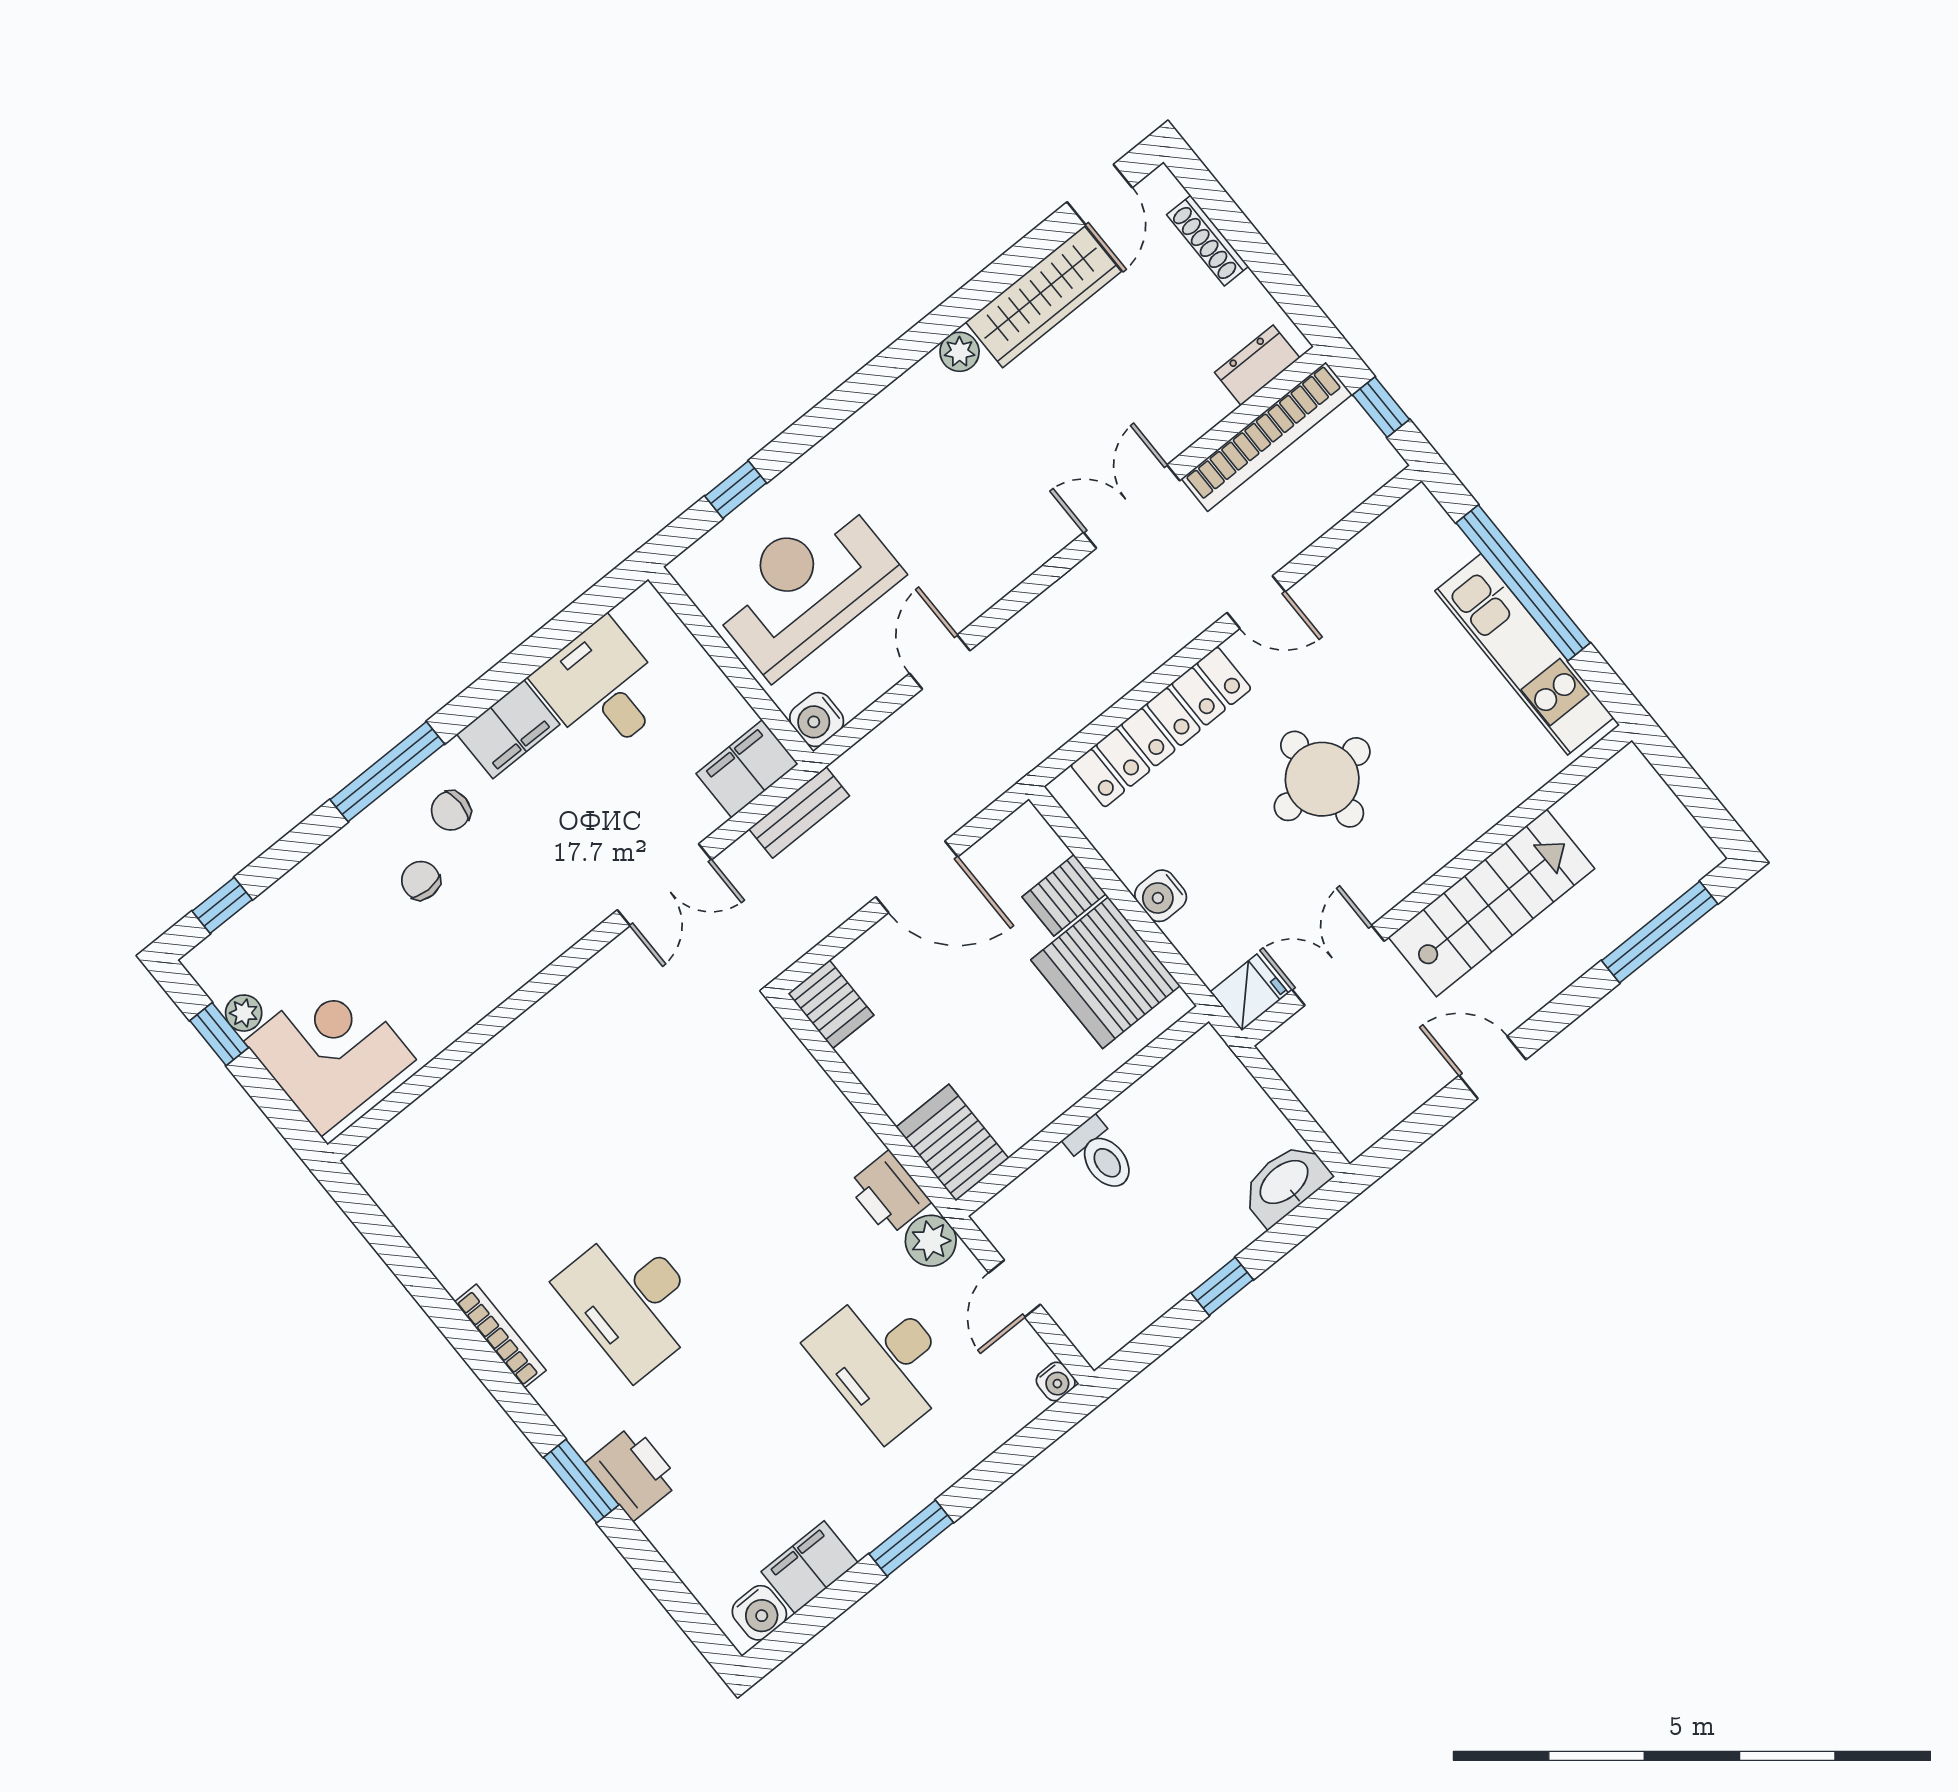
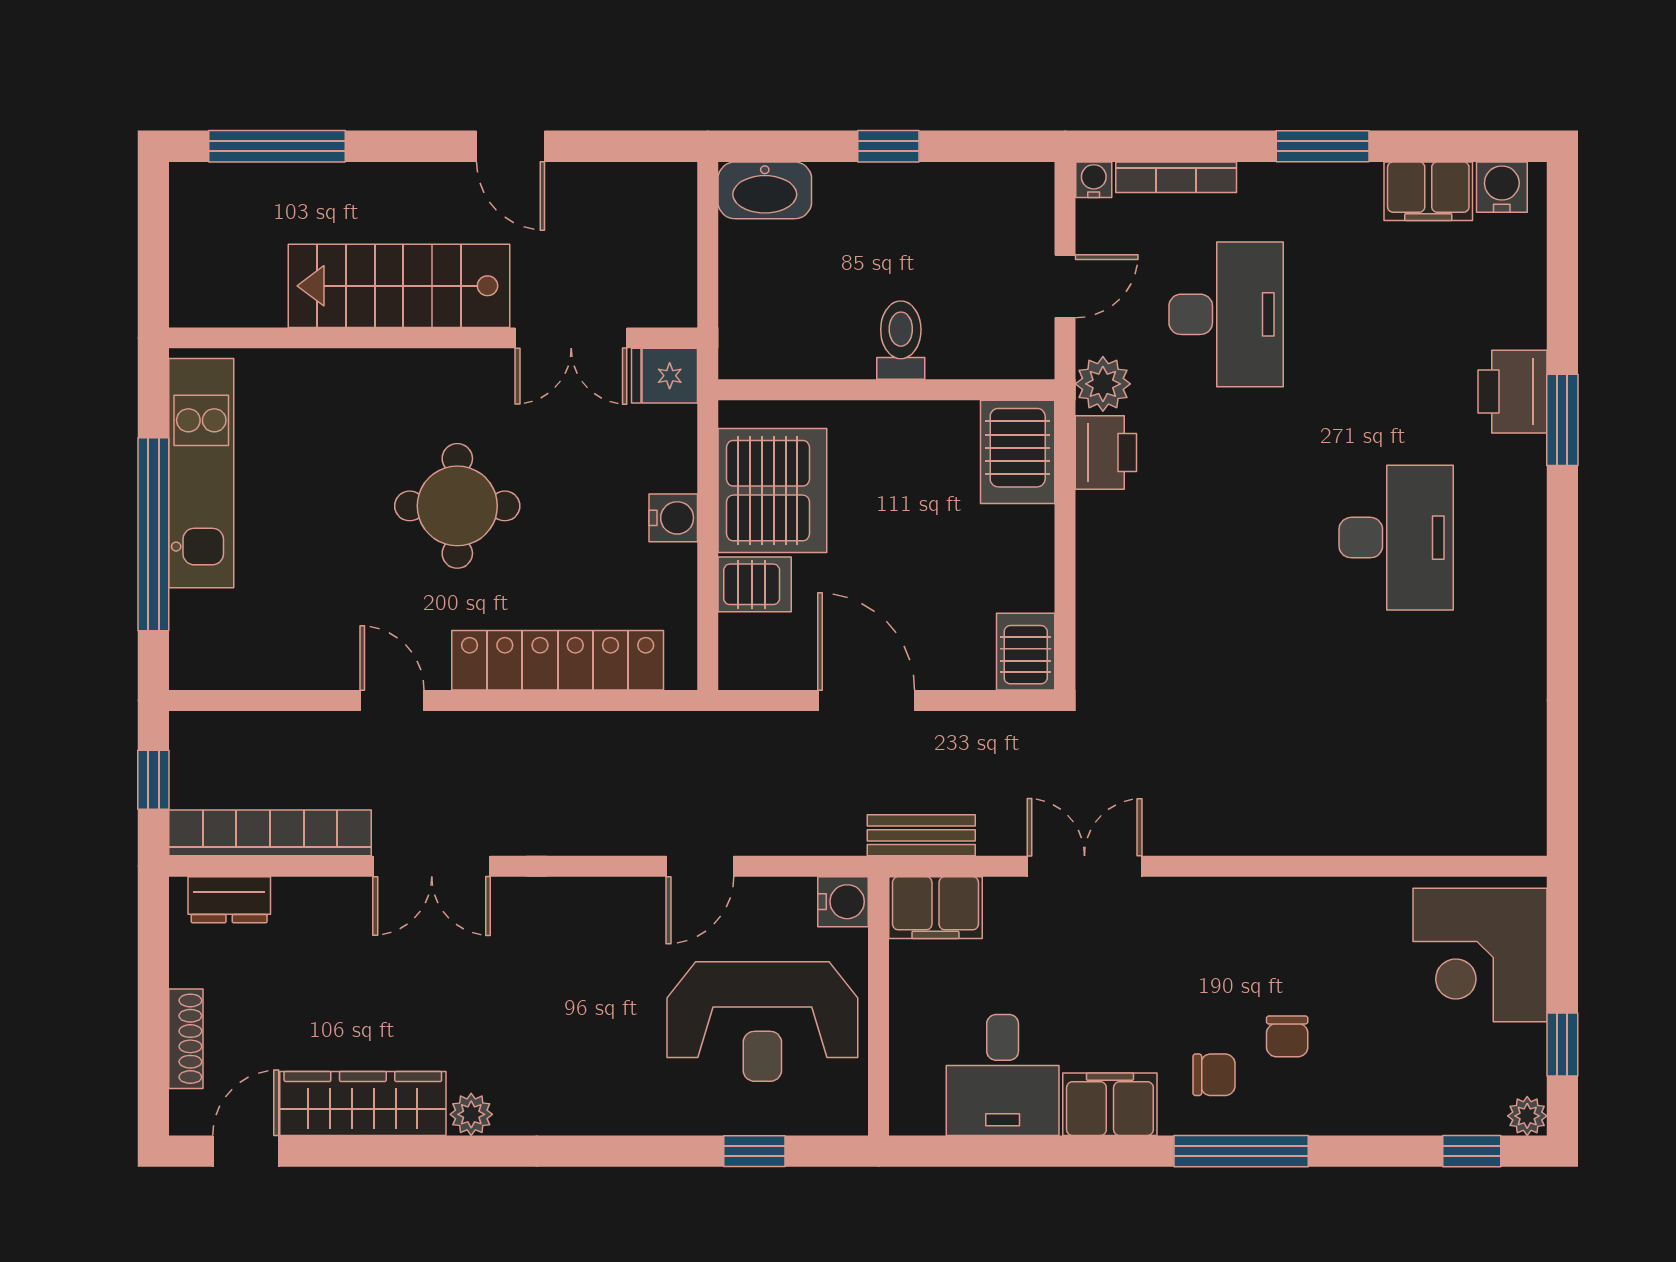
plant: (244, 1013) -> (1527, 1116), moved
bookcase: (500, 1336) -> (1176, 177), moved, turned -90

